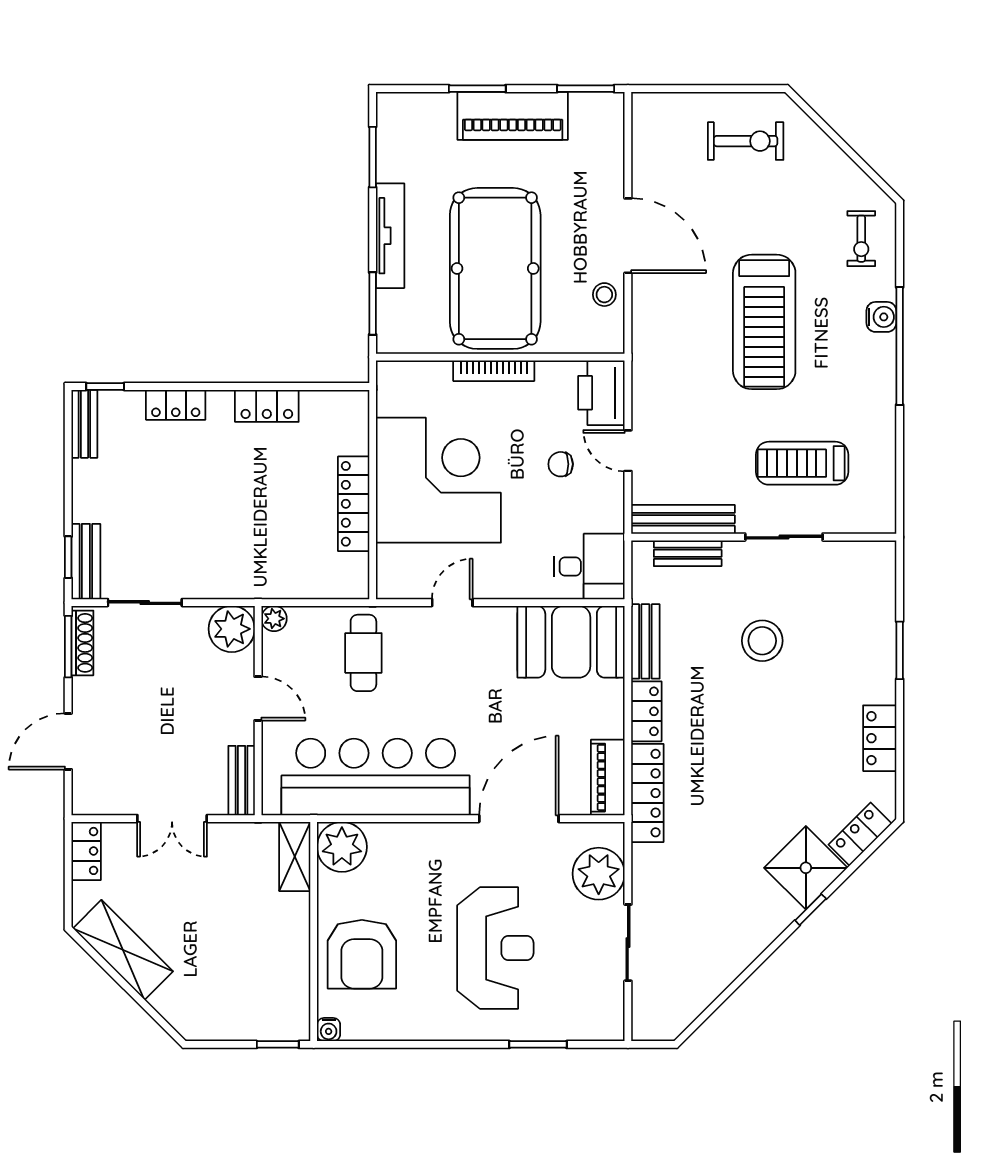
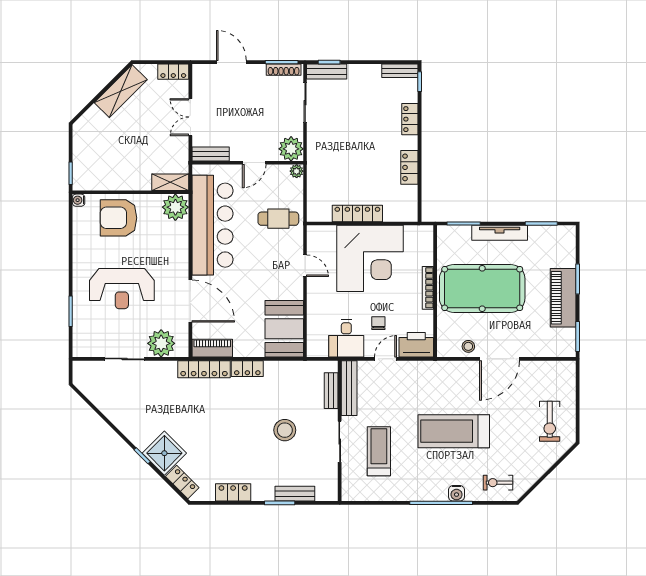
desk: (589, 566) -> (346, 338), moved
bench: (645, 641) -> (295, 494), moved

